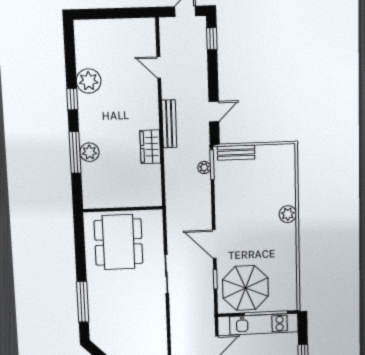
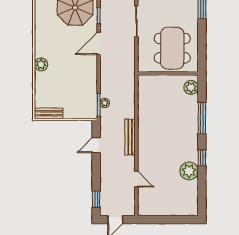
wardrobe: (150, 147) -> (145, 120), removed
plant: (89, 152) -> (191, 87), moved
bench: (236, 153) -> (49, 113), moved
door: (214, 244) -> (99, 43), swing flipped

